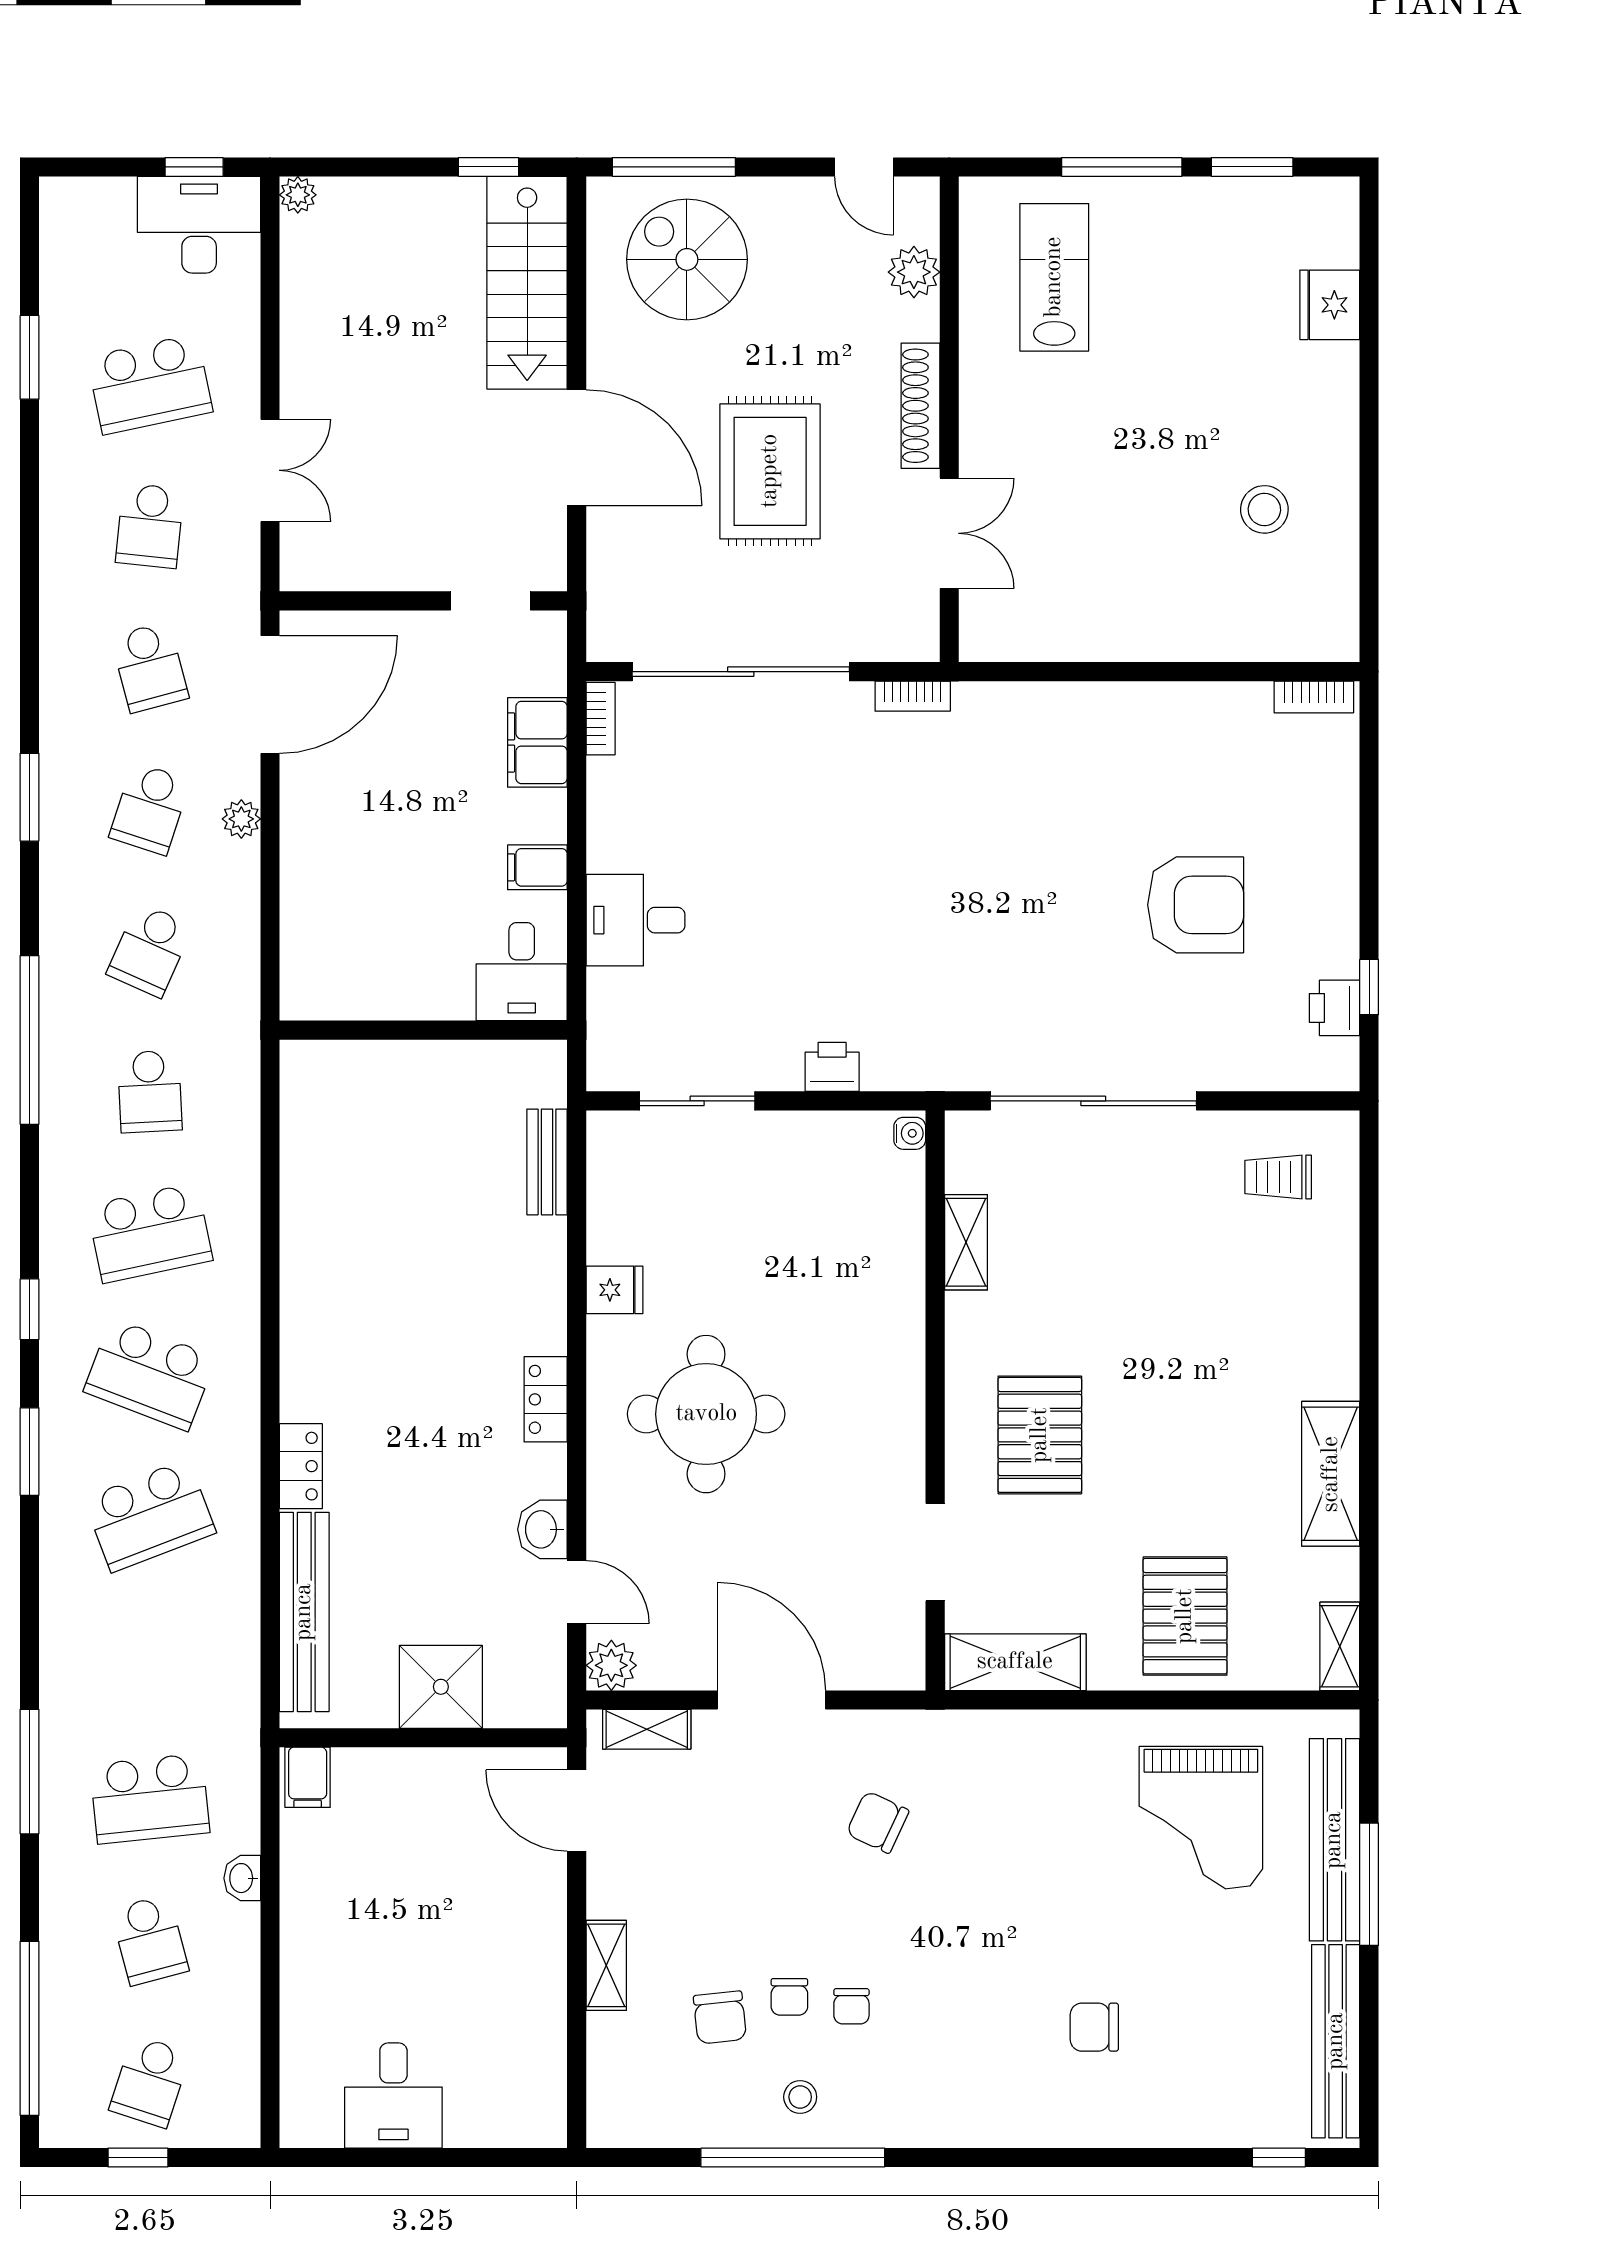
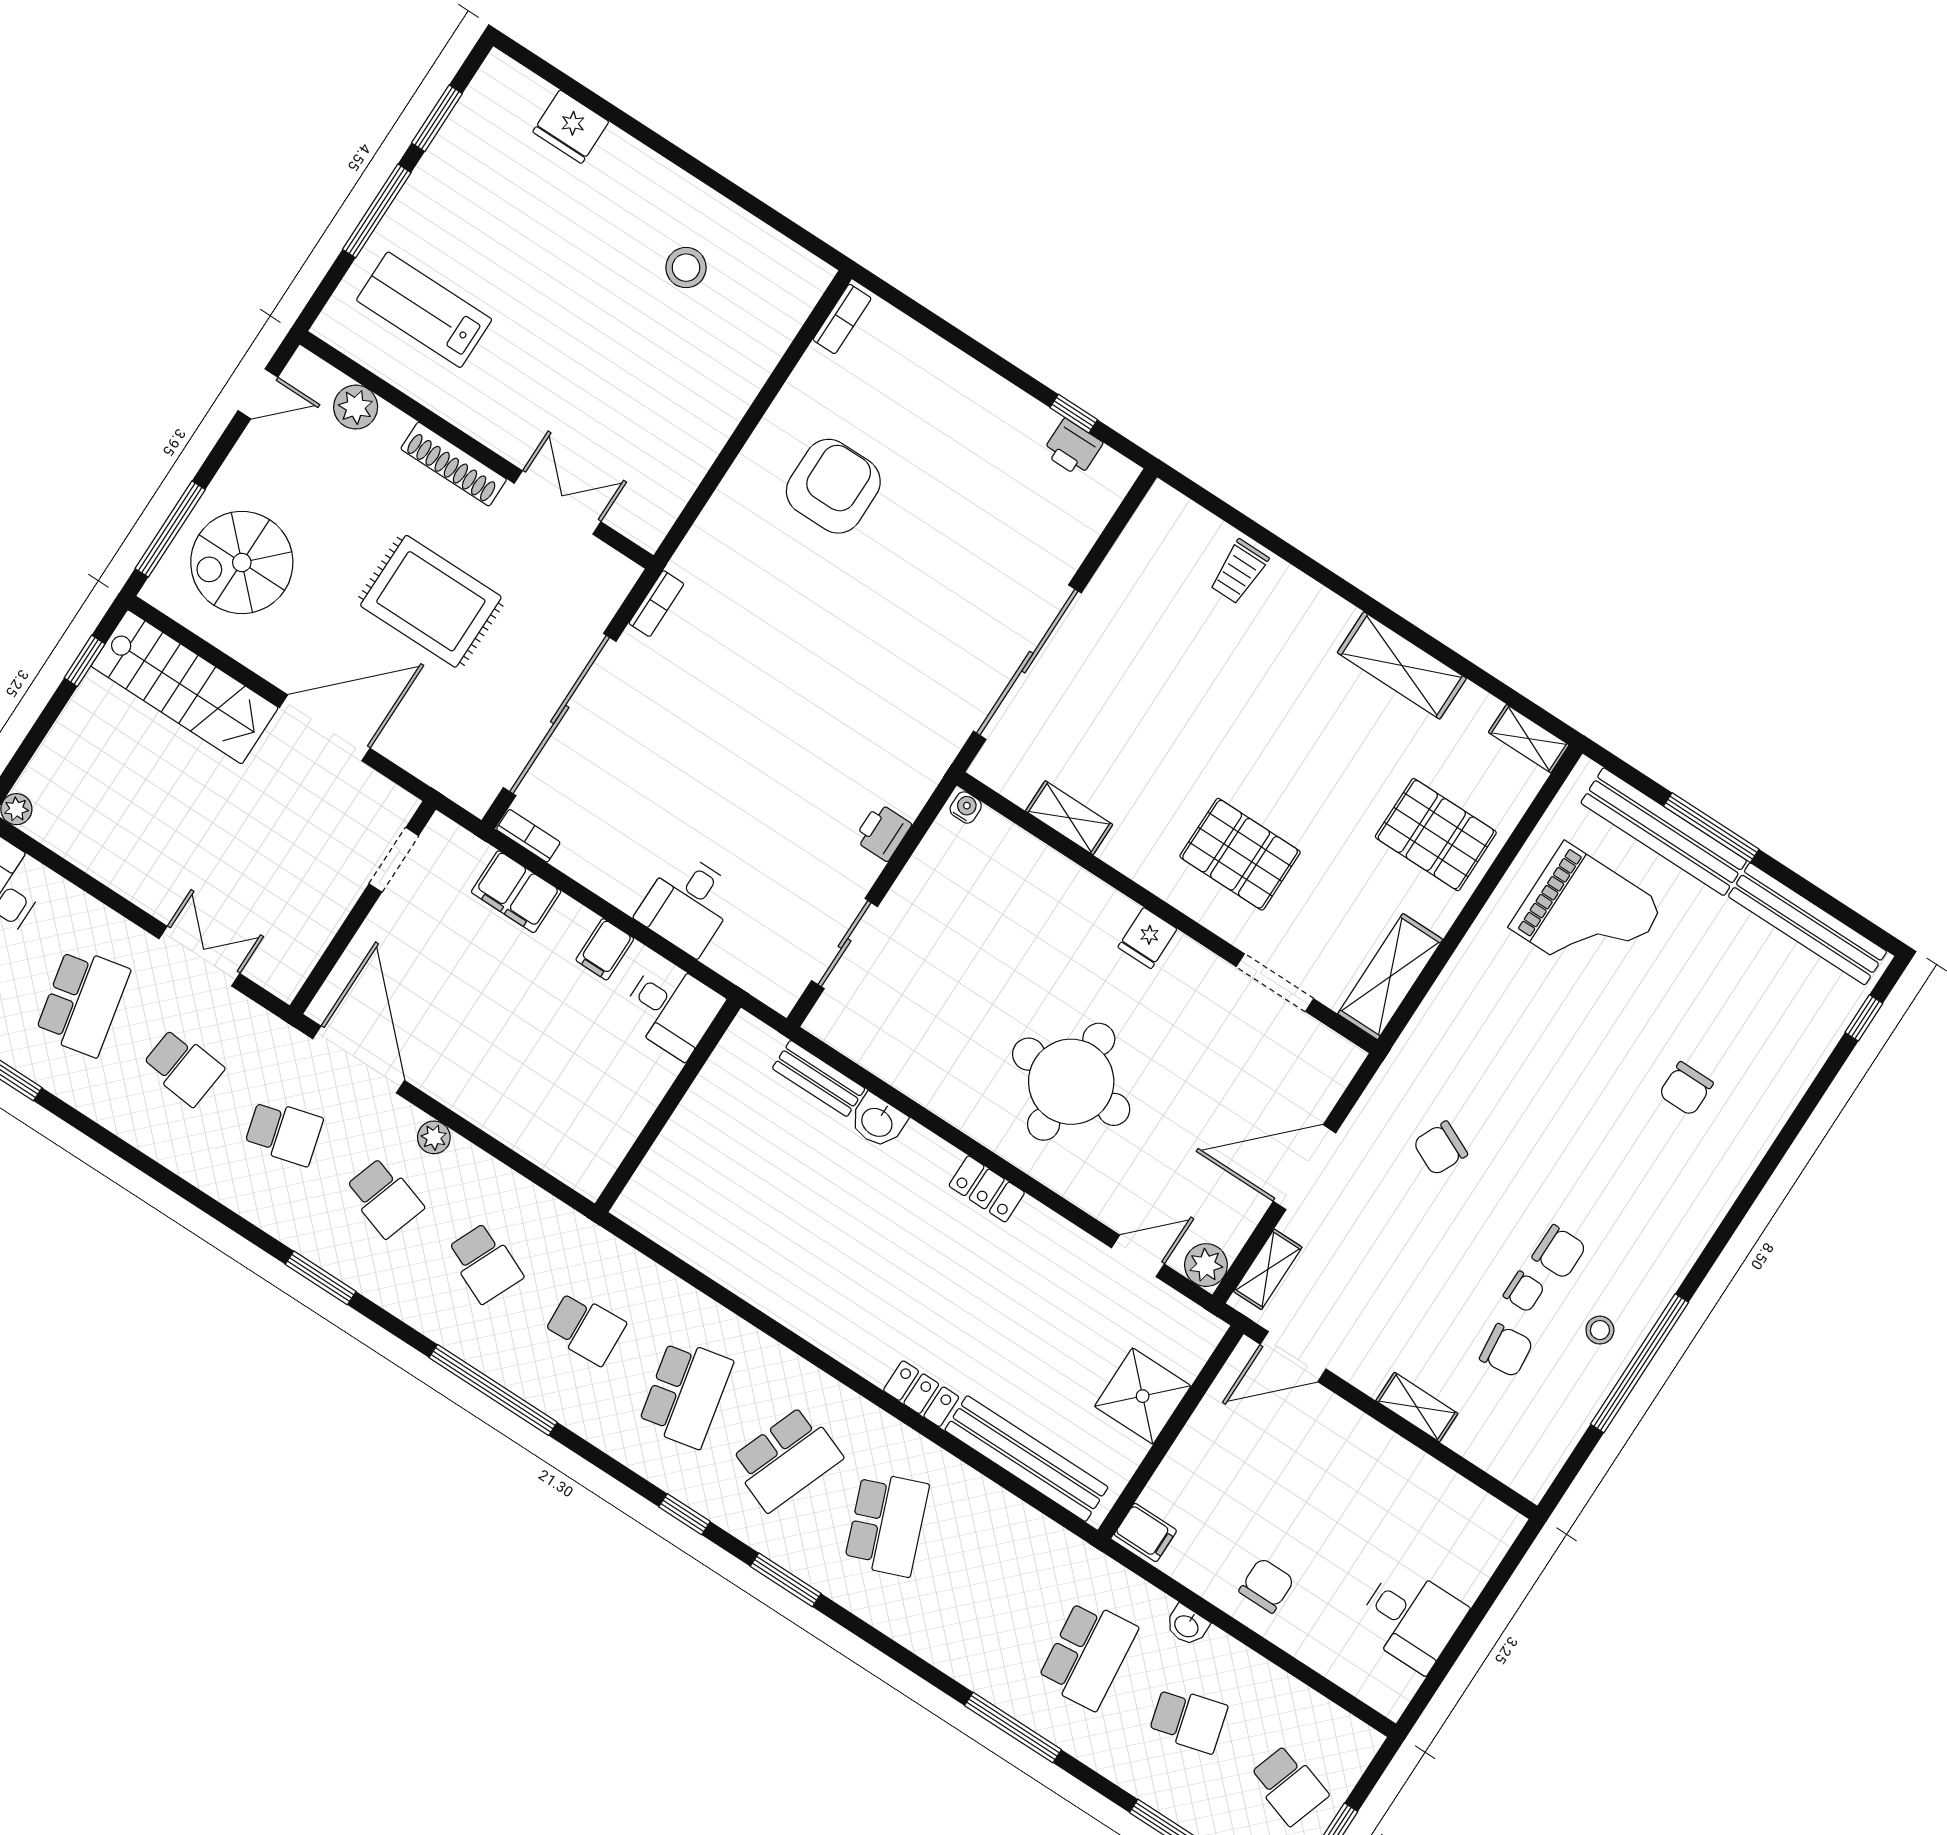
armchair: (1196, 905) -> (833, 486), moved
trolley: (1278, 1177) -> (1239, 572), moved
fridge: (614, 1290) -> (1147, 938), moved, turned 180
washbasin: (542, 1529) -> (878, 1121), moved
chair: (333, 1931) -> (1267, 1585), added
chair: (851, 2006) -> (1559, 1252), width x1.37, depth x1.37

